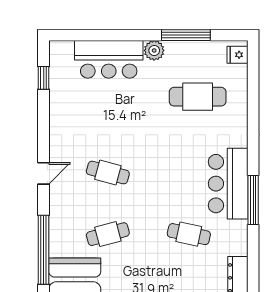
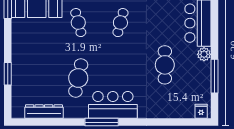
cafe table: (198, 97) -> (165, 65), moved
cafe table: (189, 234) -> (78, 78), width x1.37, depth x1.35

